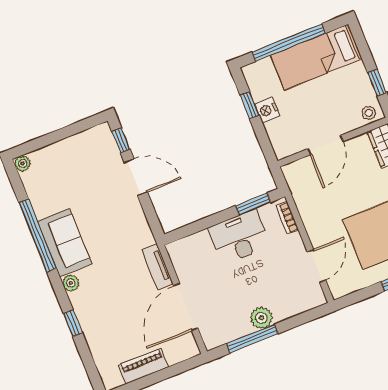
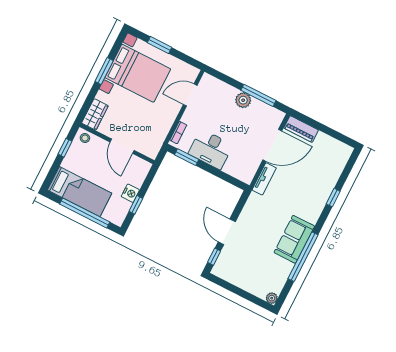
door: (325, 145) -> (122, 146), swing flipped
plant: (71, 283) -> (313, 217), removed
piano: (143, 366) -> (301, 129), moved

